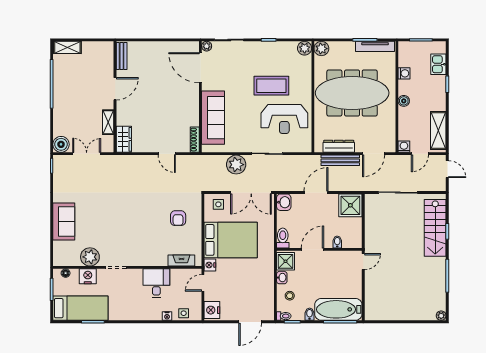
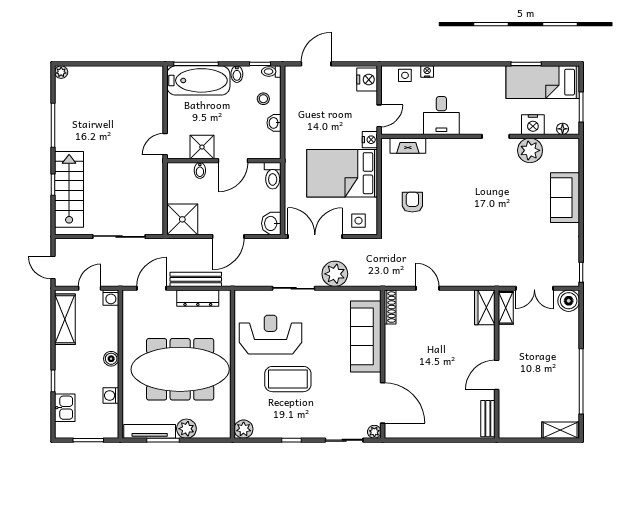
plant: (321, 49) -> (186, 429), moved
shelving: (108, 122) -> (506, 308), moved
shower: (285, 261) -> (202, 147), moved

